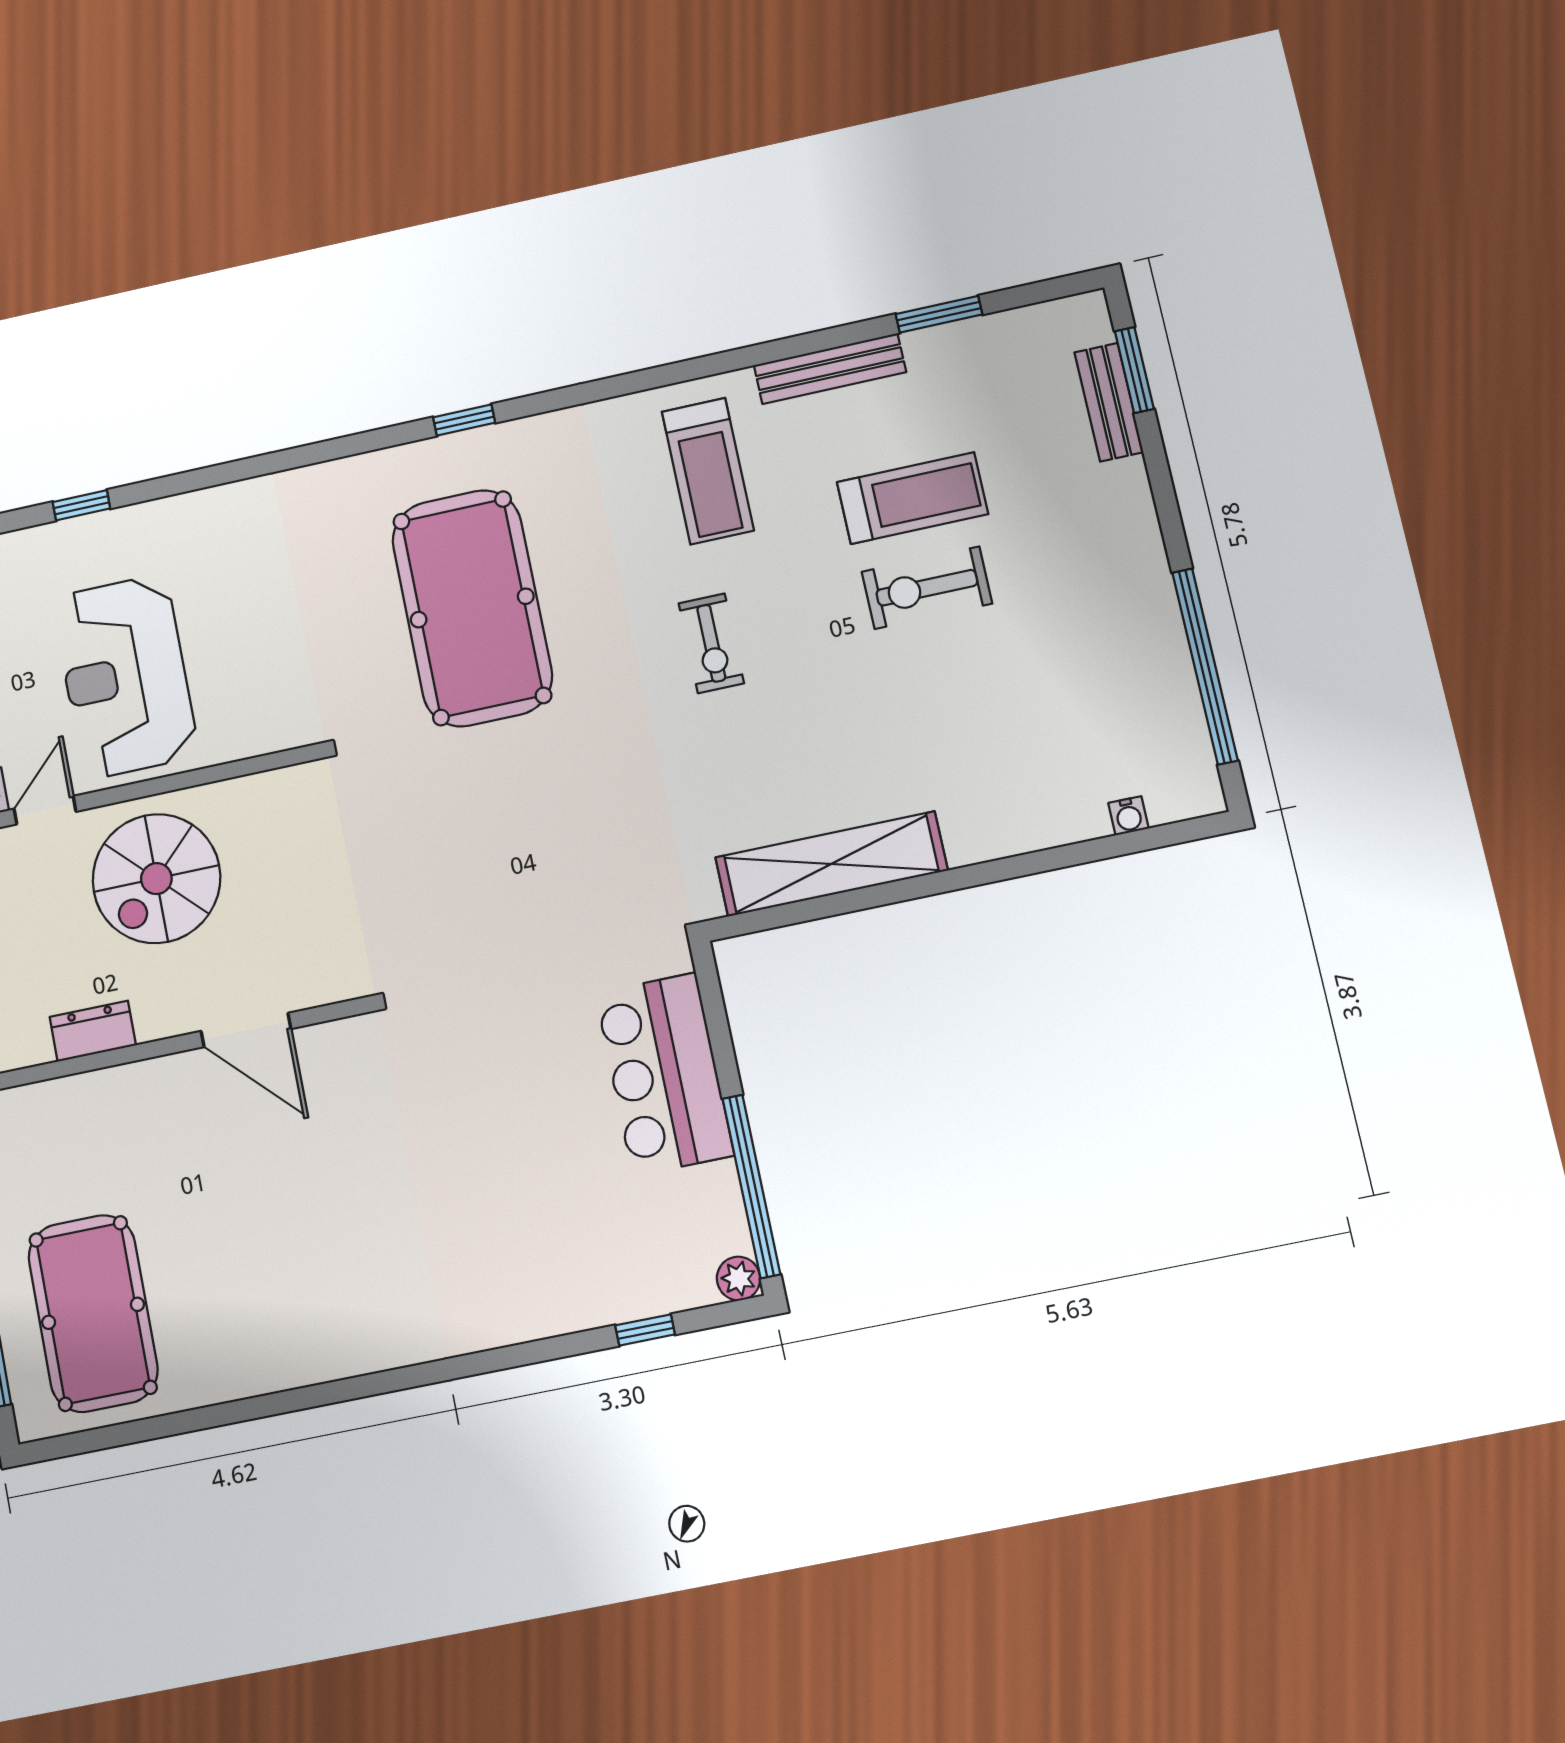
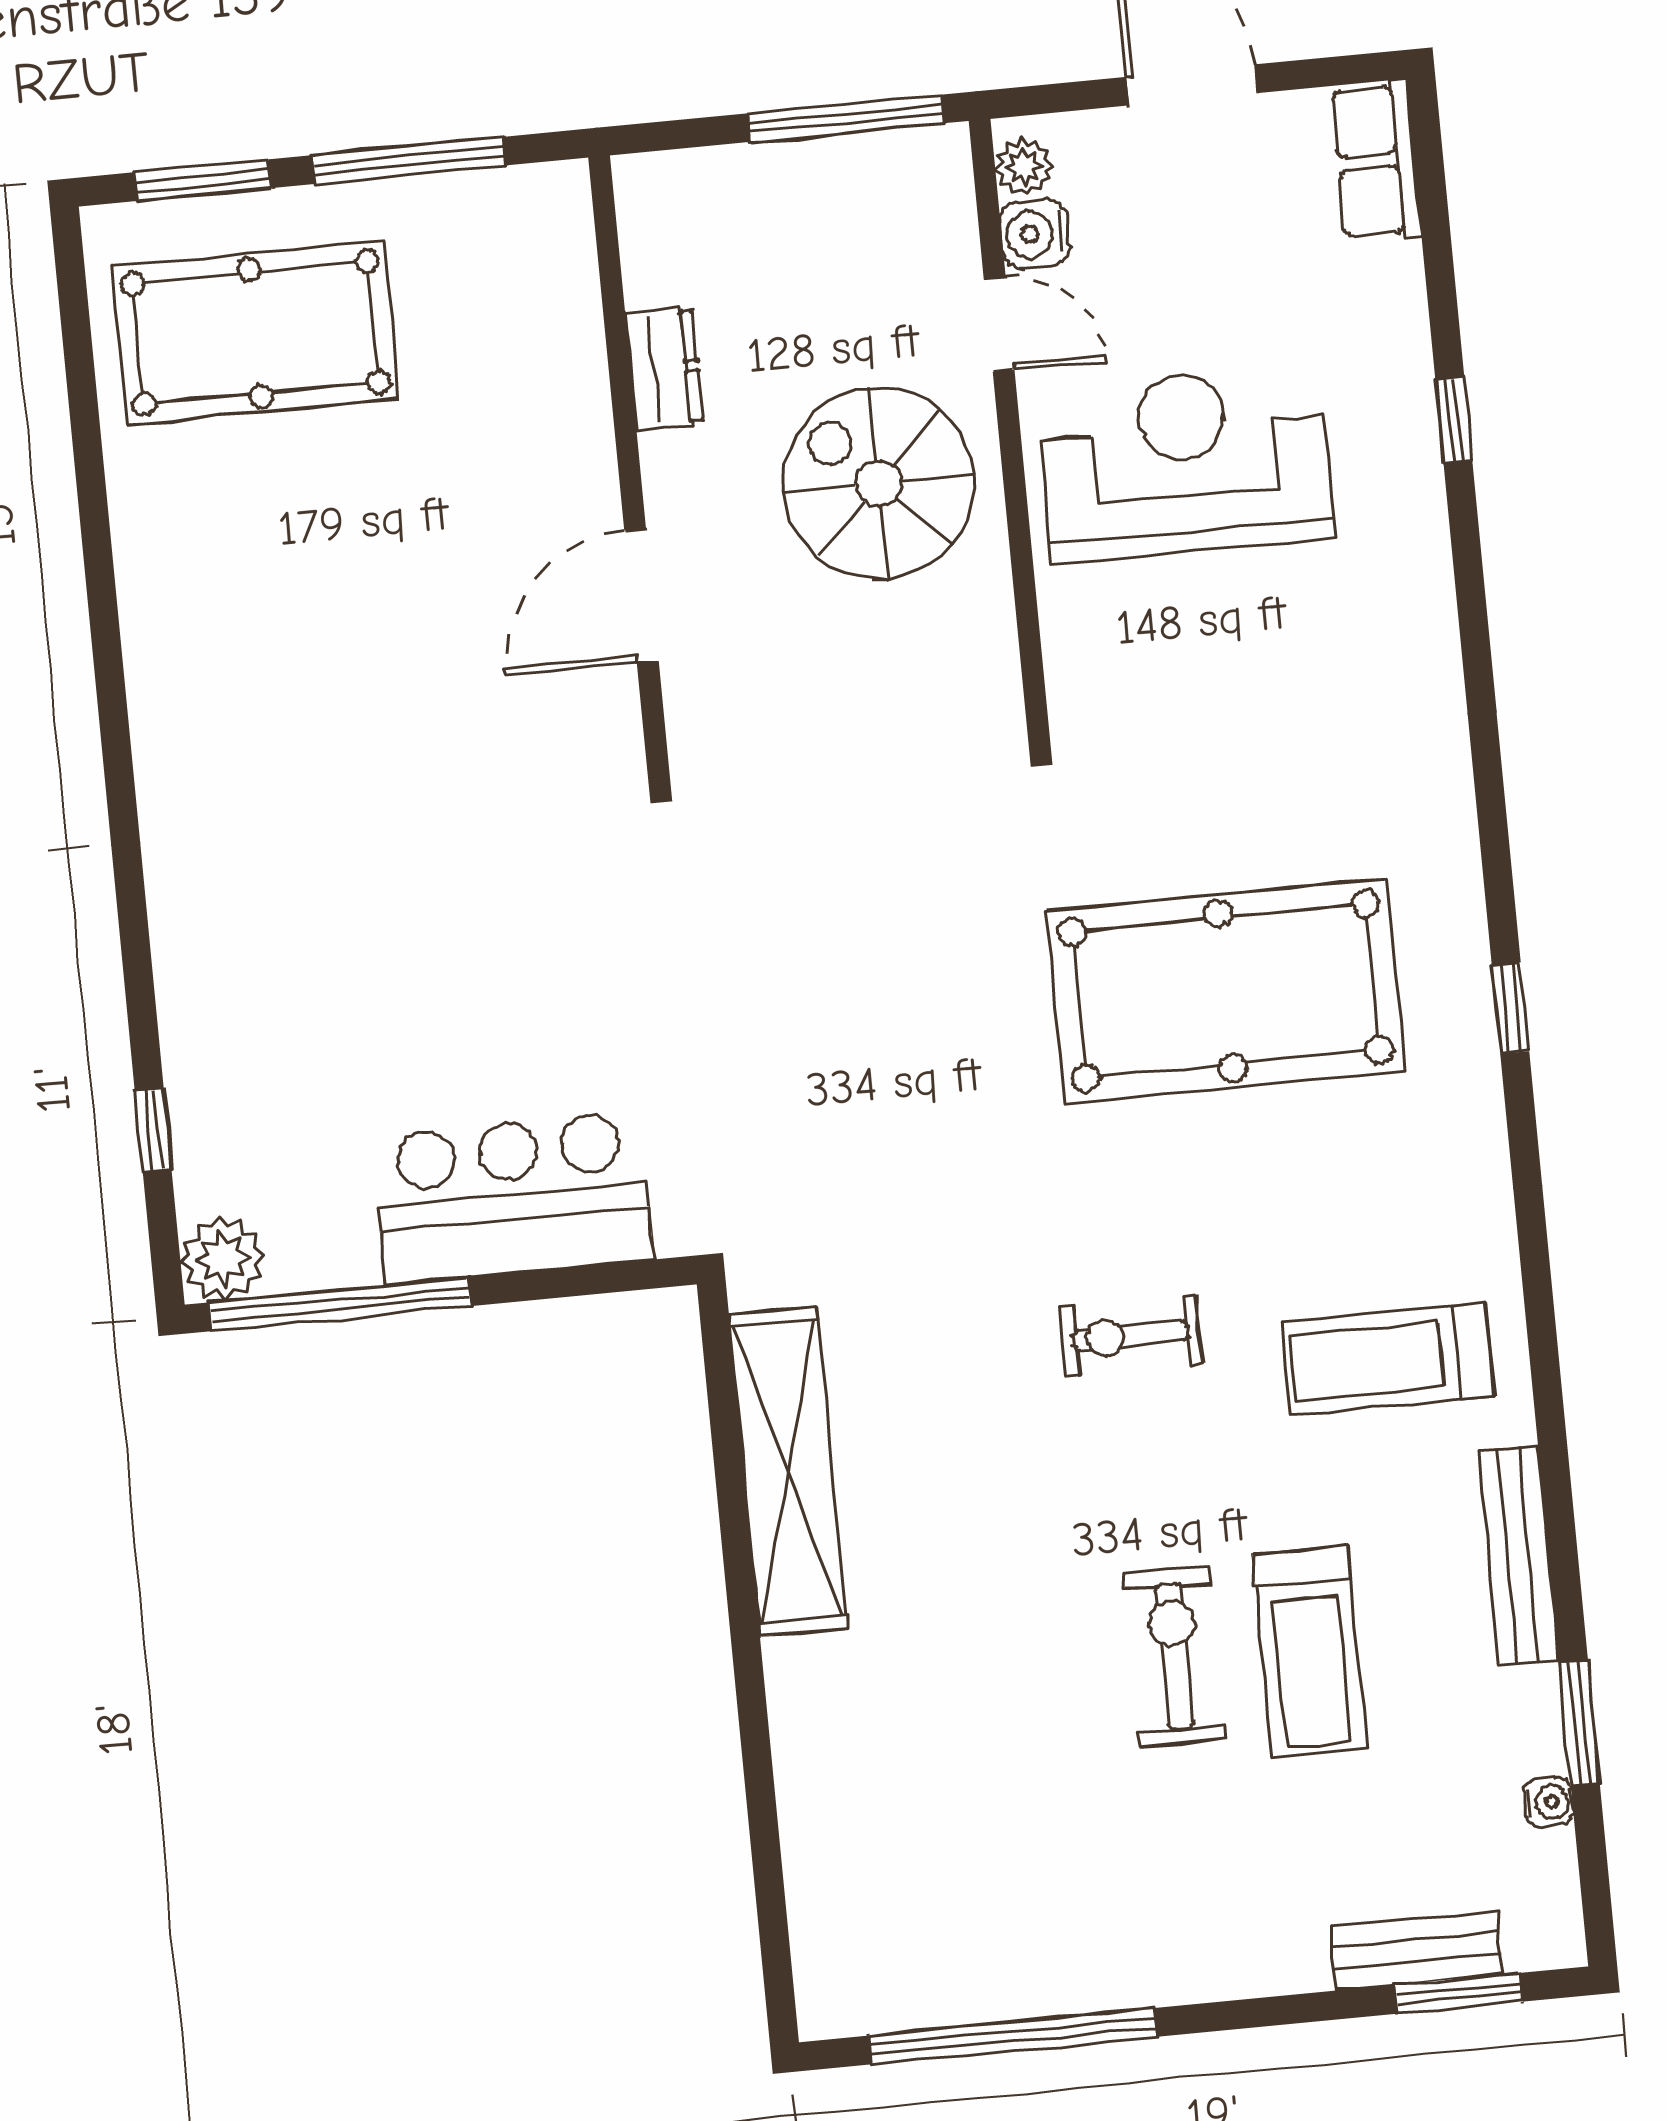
water cooler: (1129, 816) -> (1548, 1802), moved, turned 180
plant: (739, 1279) -> (223, 1258), width x1.38, depth x1.38

